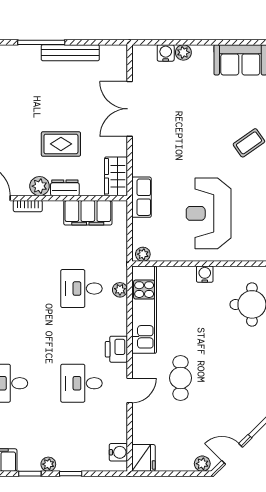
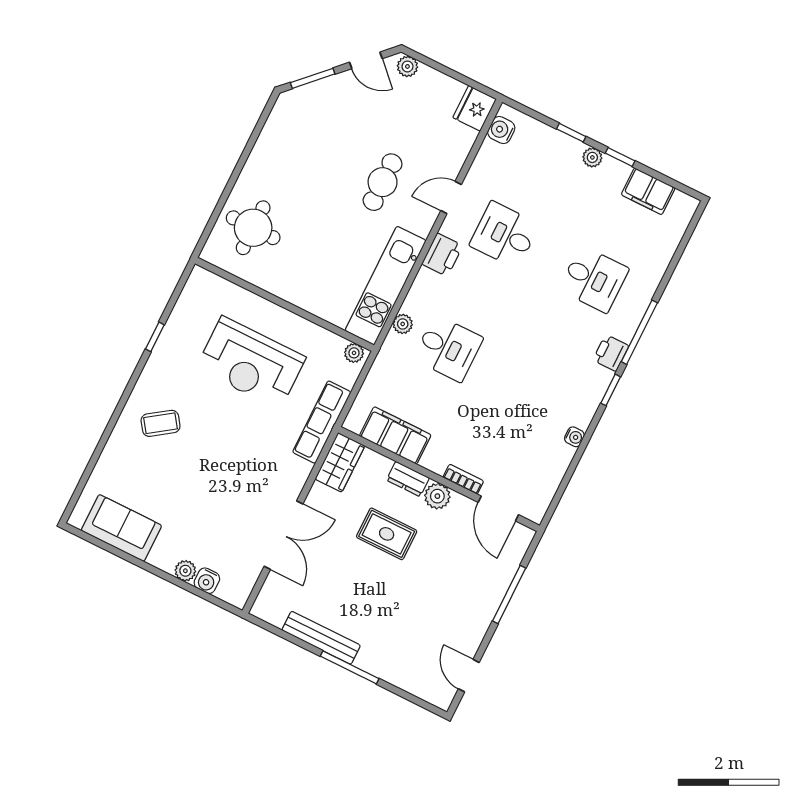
row of seats: (141, 197) -> (322, 422), width x1.48
reception desk: (209, 213) -> (251, 363), turned 90
water cooler: (205, 274) -> (292, 292), removed
desk: (81, 383) -> (504, 235), turned 180

